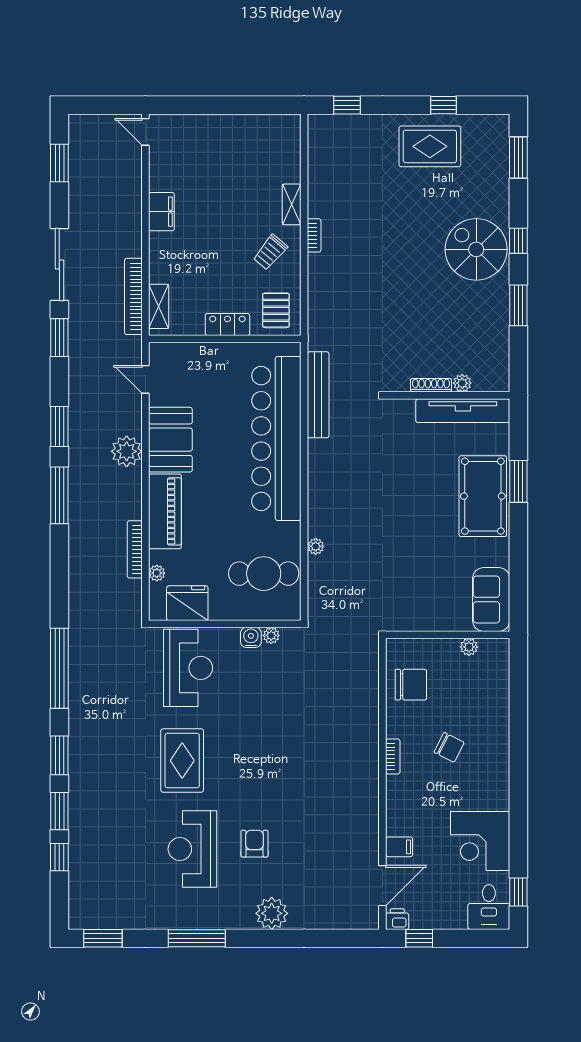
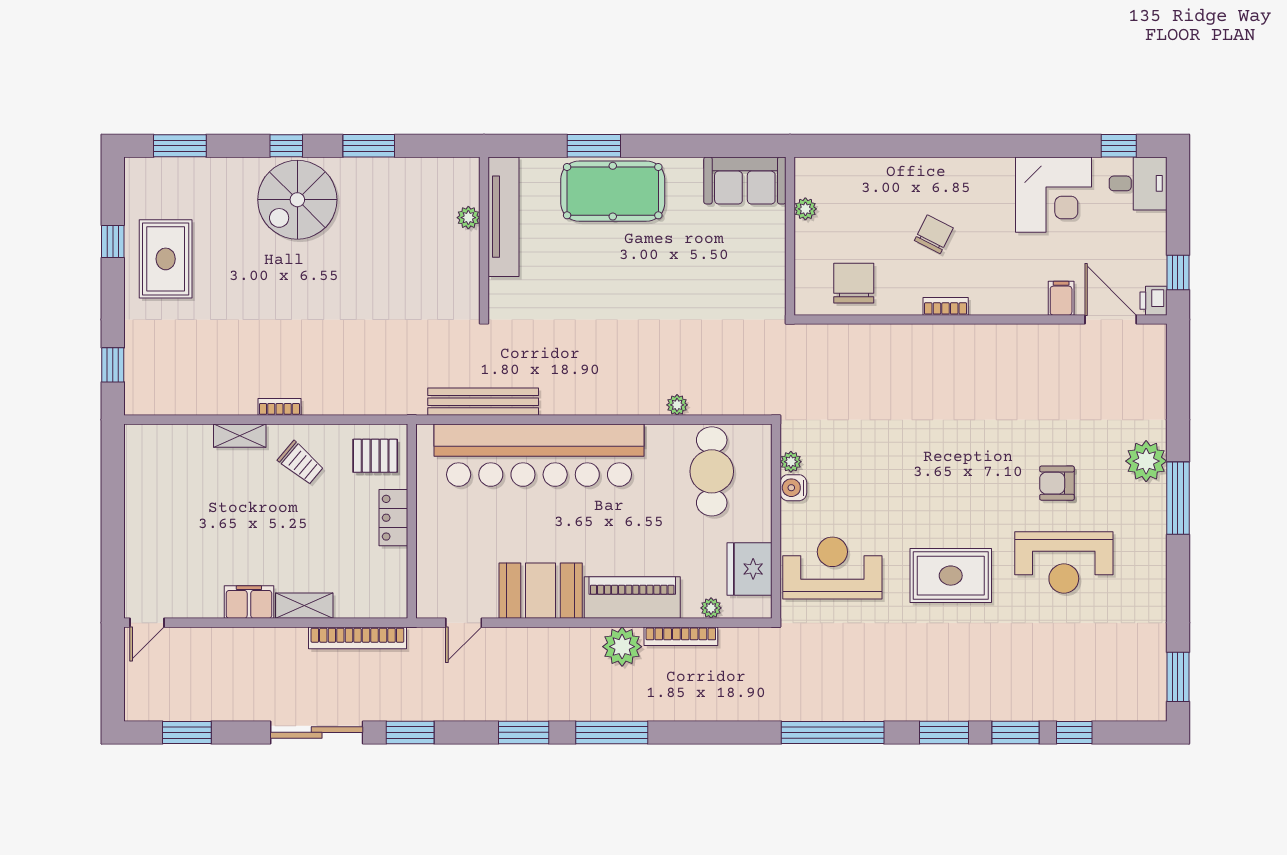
shelving: (159, 306) -> (304, 606), moved
shoe rack: (431, 385) -> (471, 257), removed
plant: (127, 451) -> (622, 647), moved
window: (197, 938) -> (1178, 498), moved

